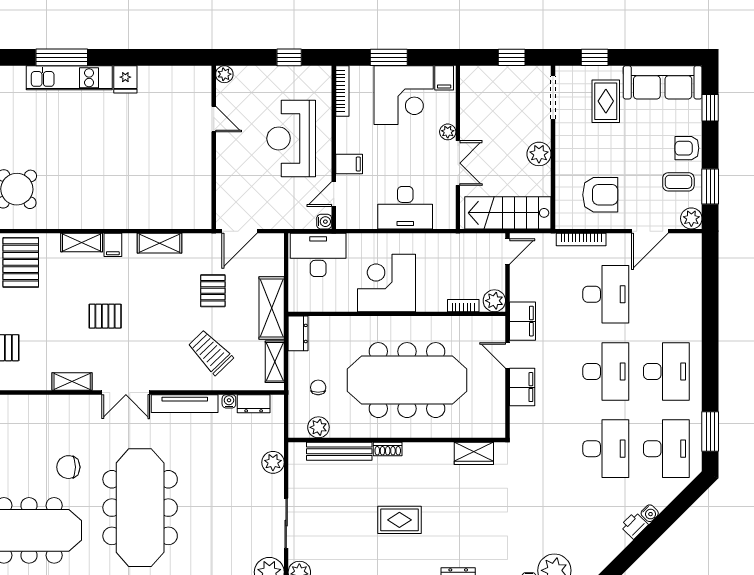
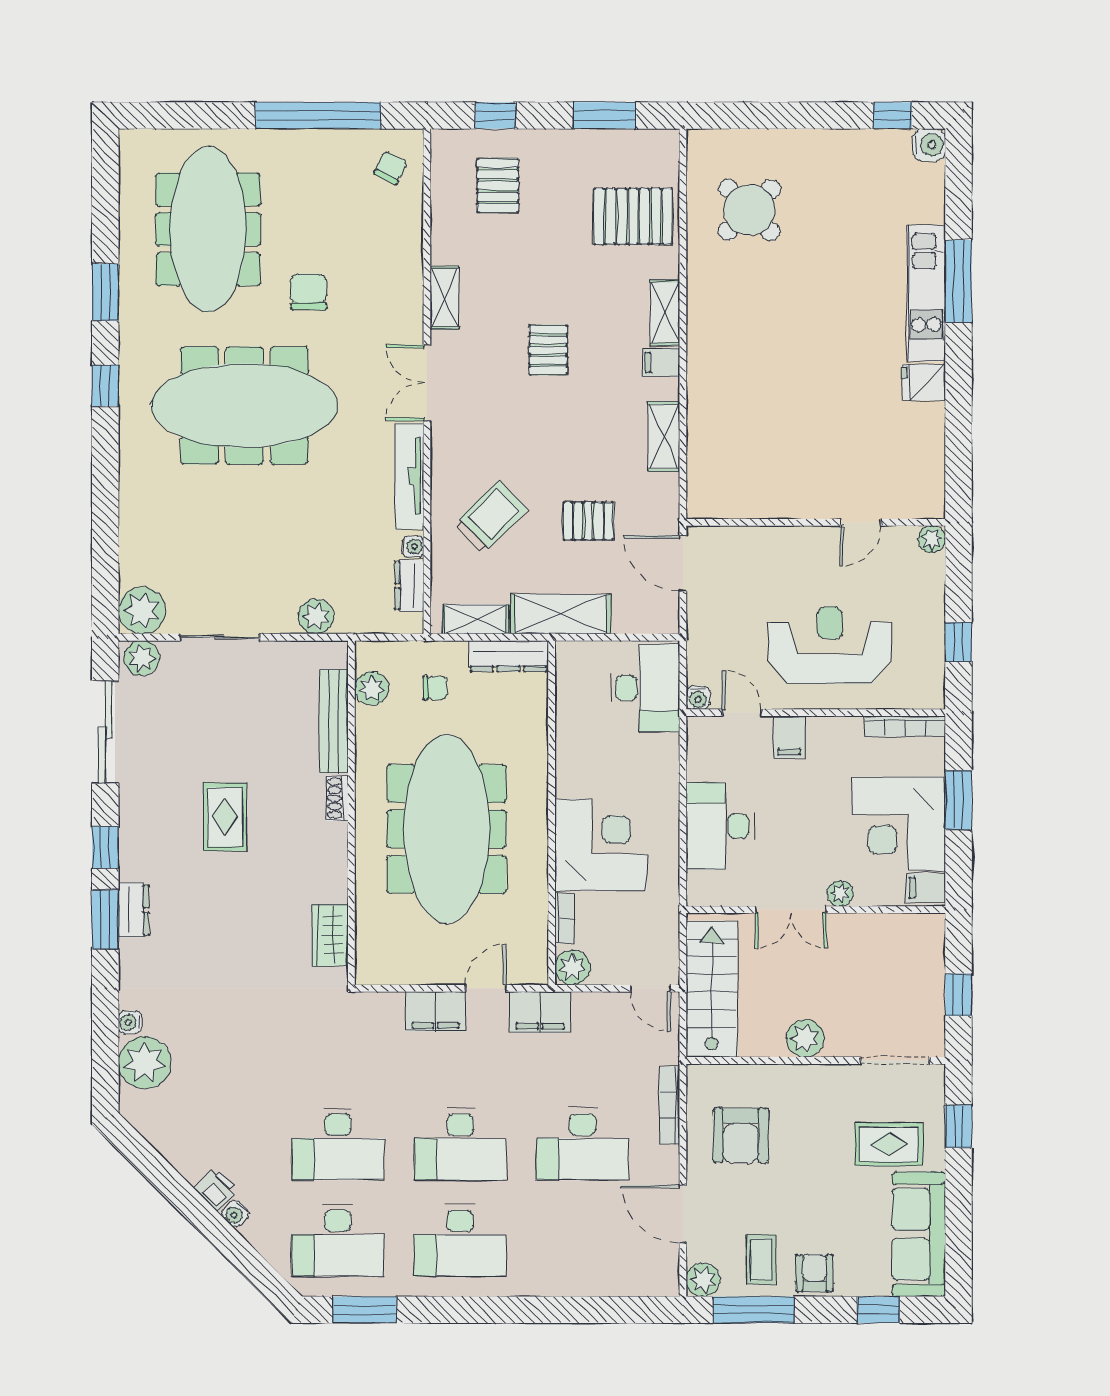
window: (710, 187) -> (754, 1310), width x1.44
corner desk: (386, 283) -> (601, 845), moved
dresser: (298, 333) -> (508, 656), width x1.44

